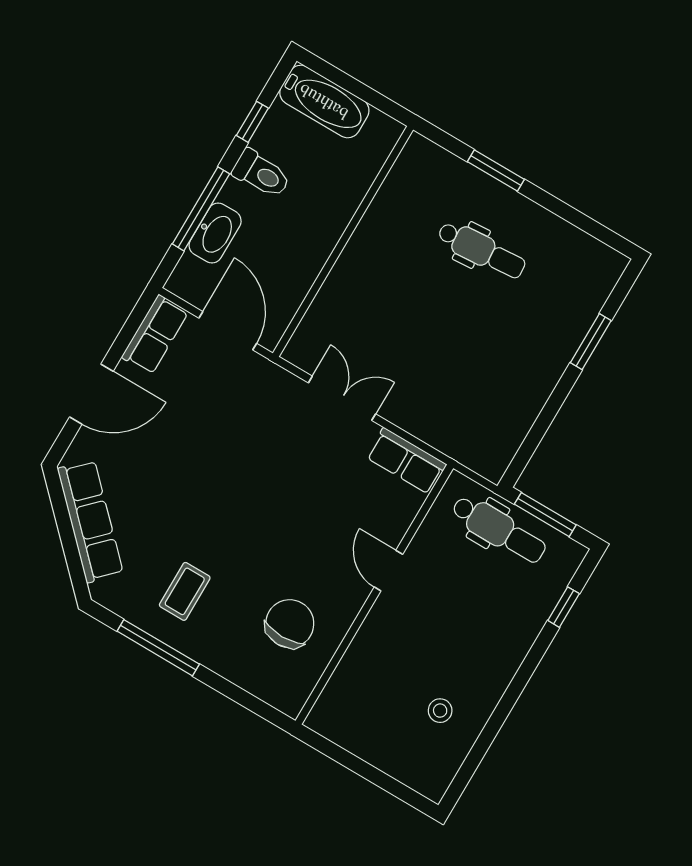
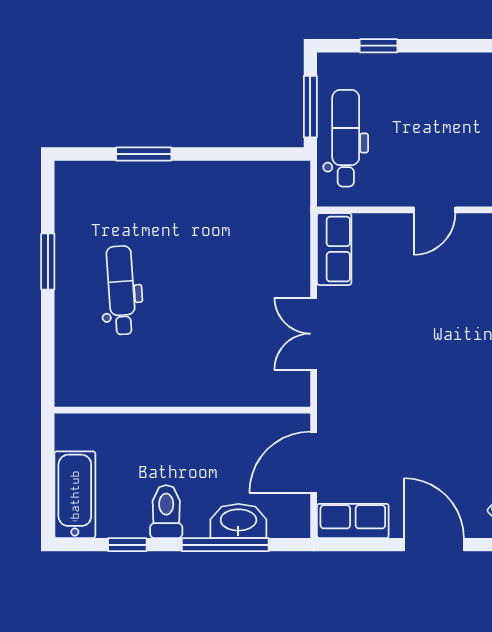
window: (496, 171) -> (48, 262), moved

